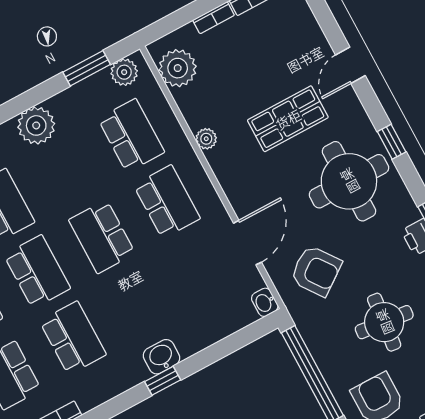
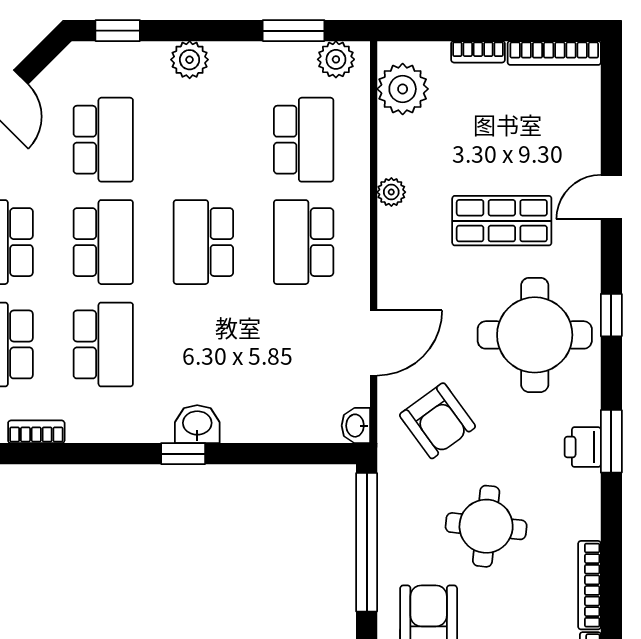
plant: (36, 125) -> (190, 60), width x0.73, depth x0.73
school desk: (167, 202) -> (304, 242), turned 180

